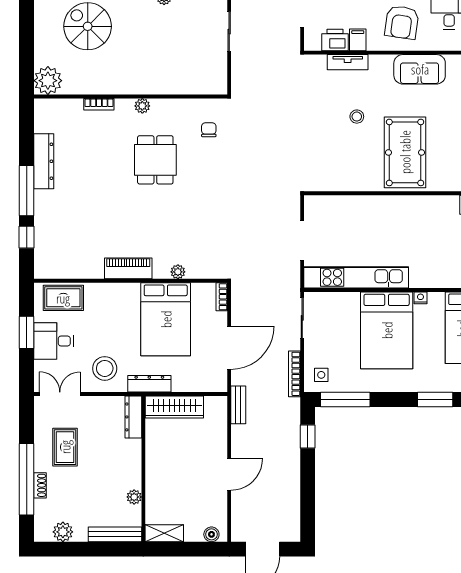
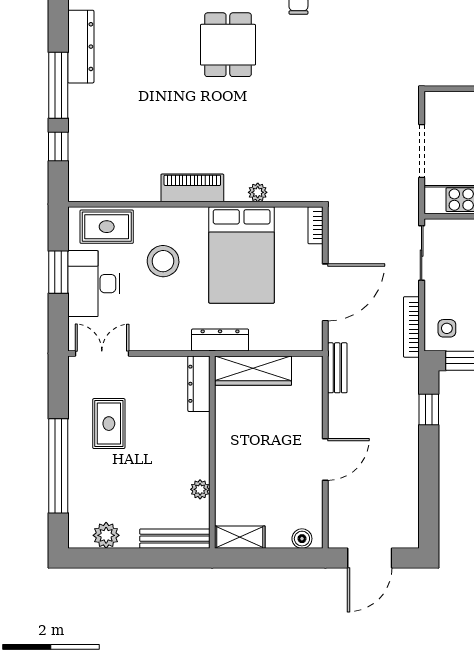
desk: (54, 341) -> (94, 284), width x1.37
stool: (105, 368) -> (163, 261), moved
shoe rack: (40, 485) -> (76, 474), removed

